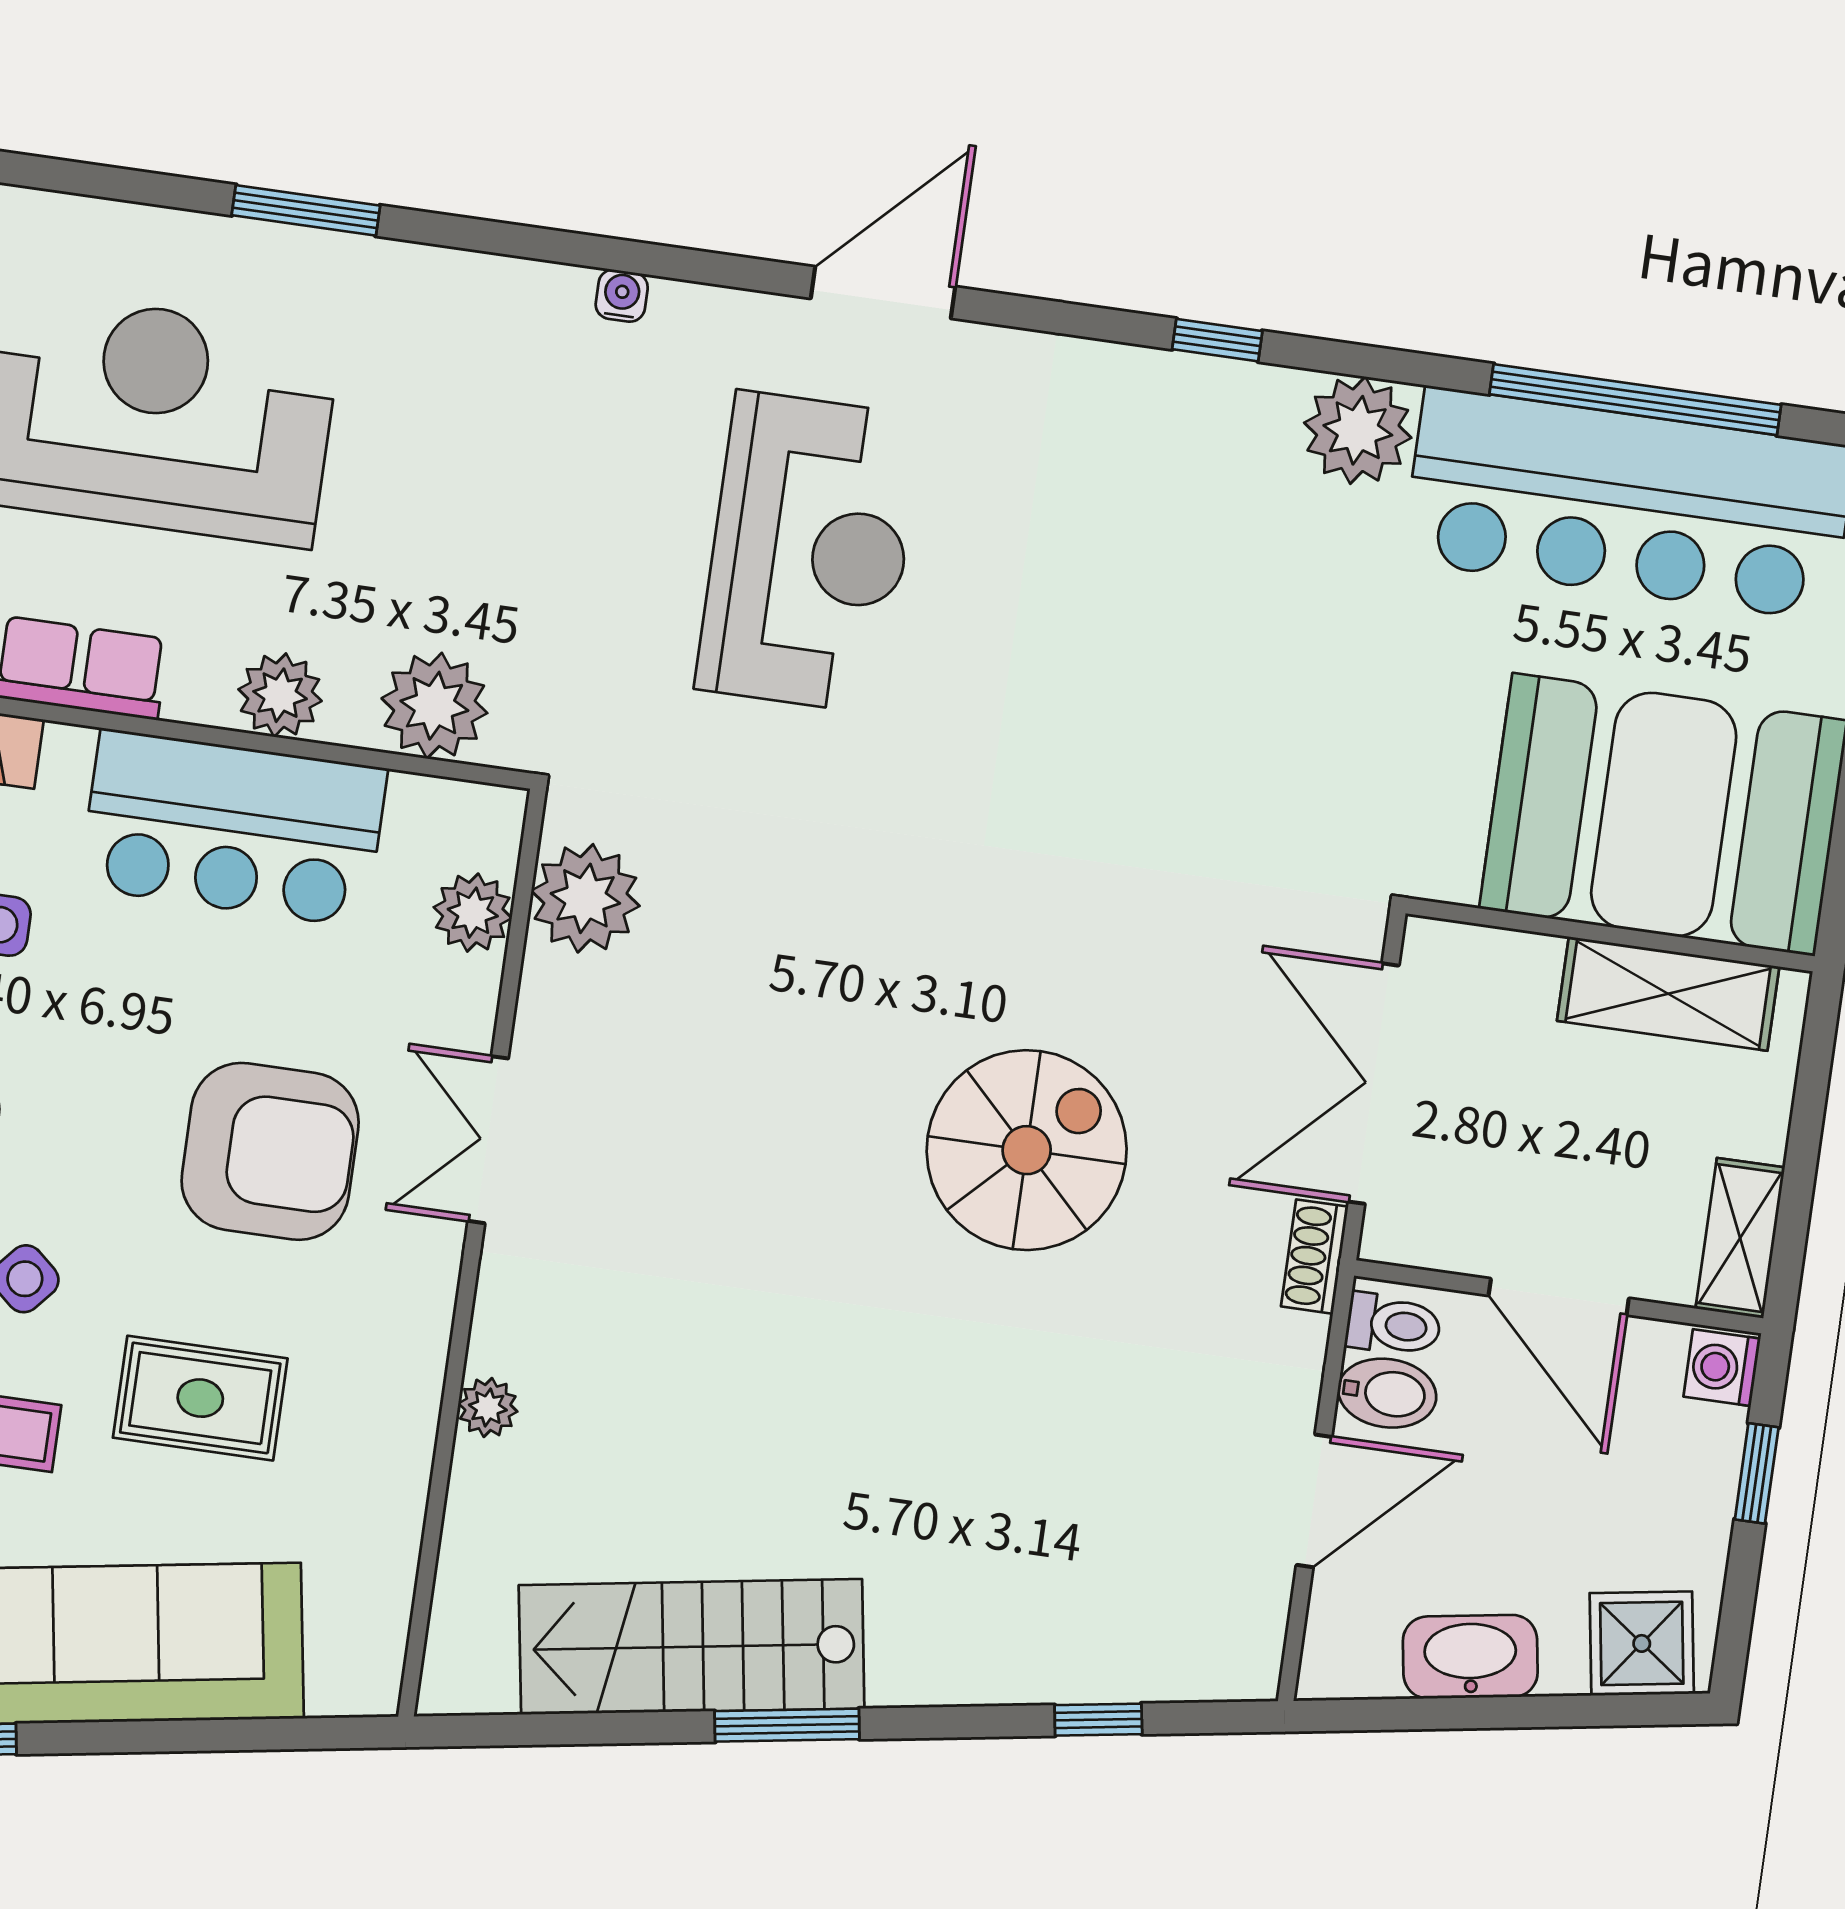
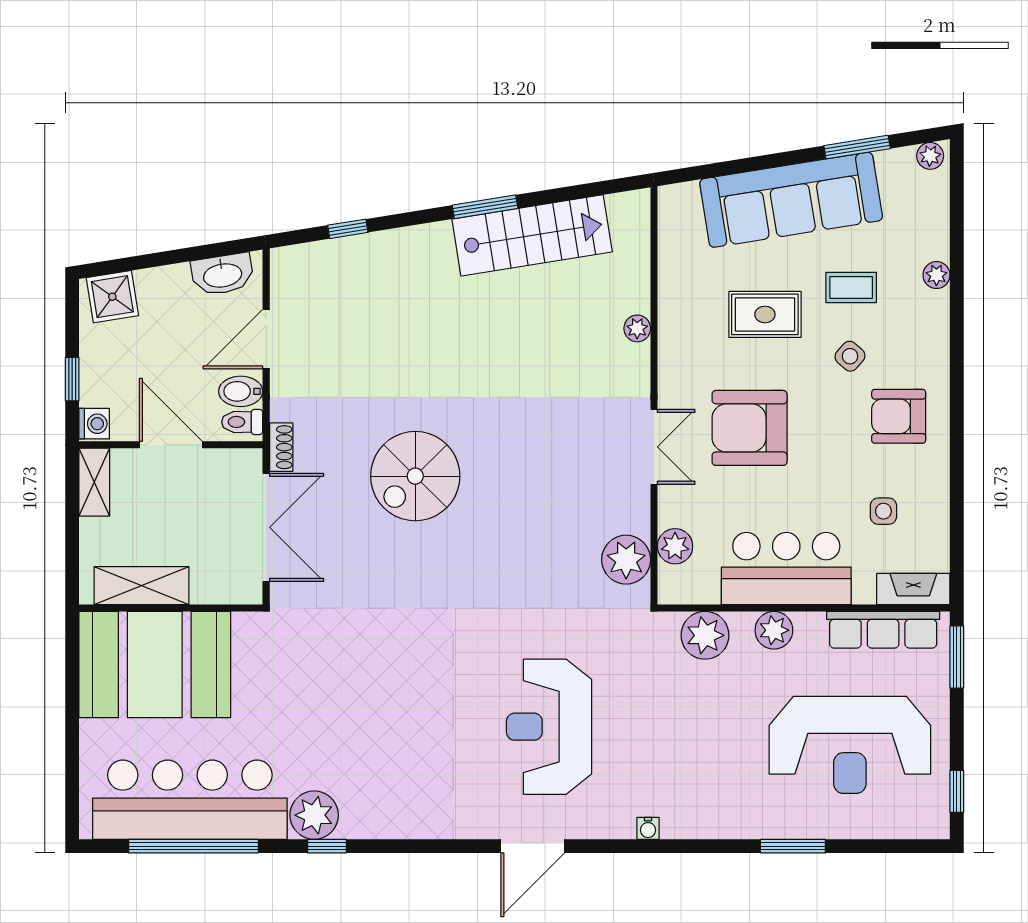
window: (1217, 340) -> (327, 846), moved
washbasin: (1470, 1657) -> (222, 274), moved

